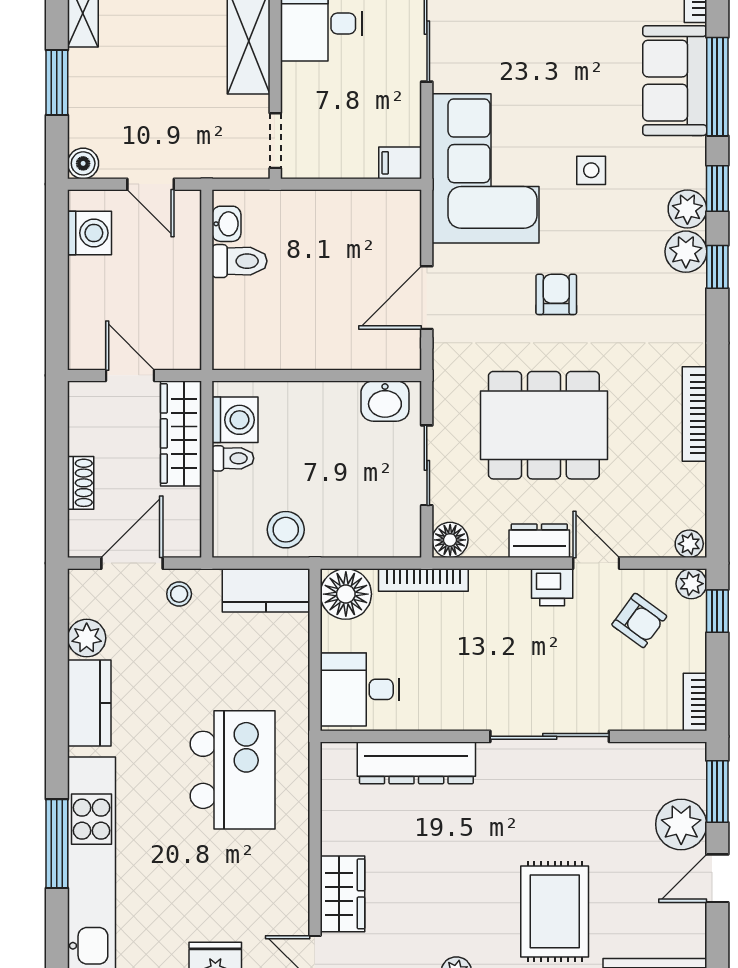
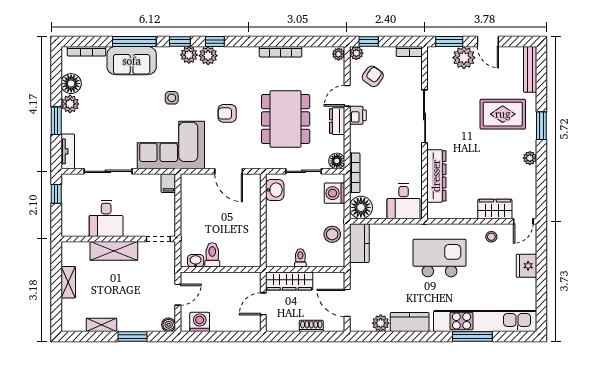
washing machine: (235, 420) -> (335, 193), moved, turned -90
stool: (179, 594) -> (491, 237), moved

